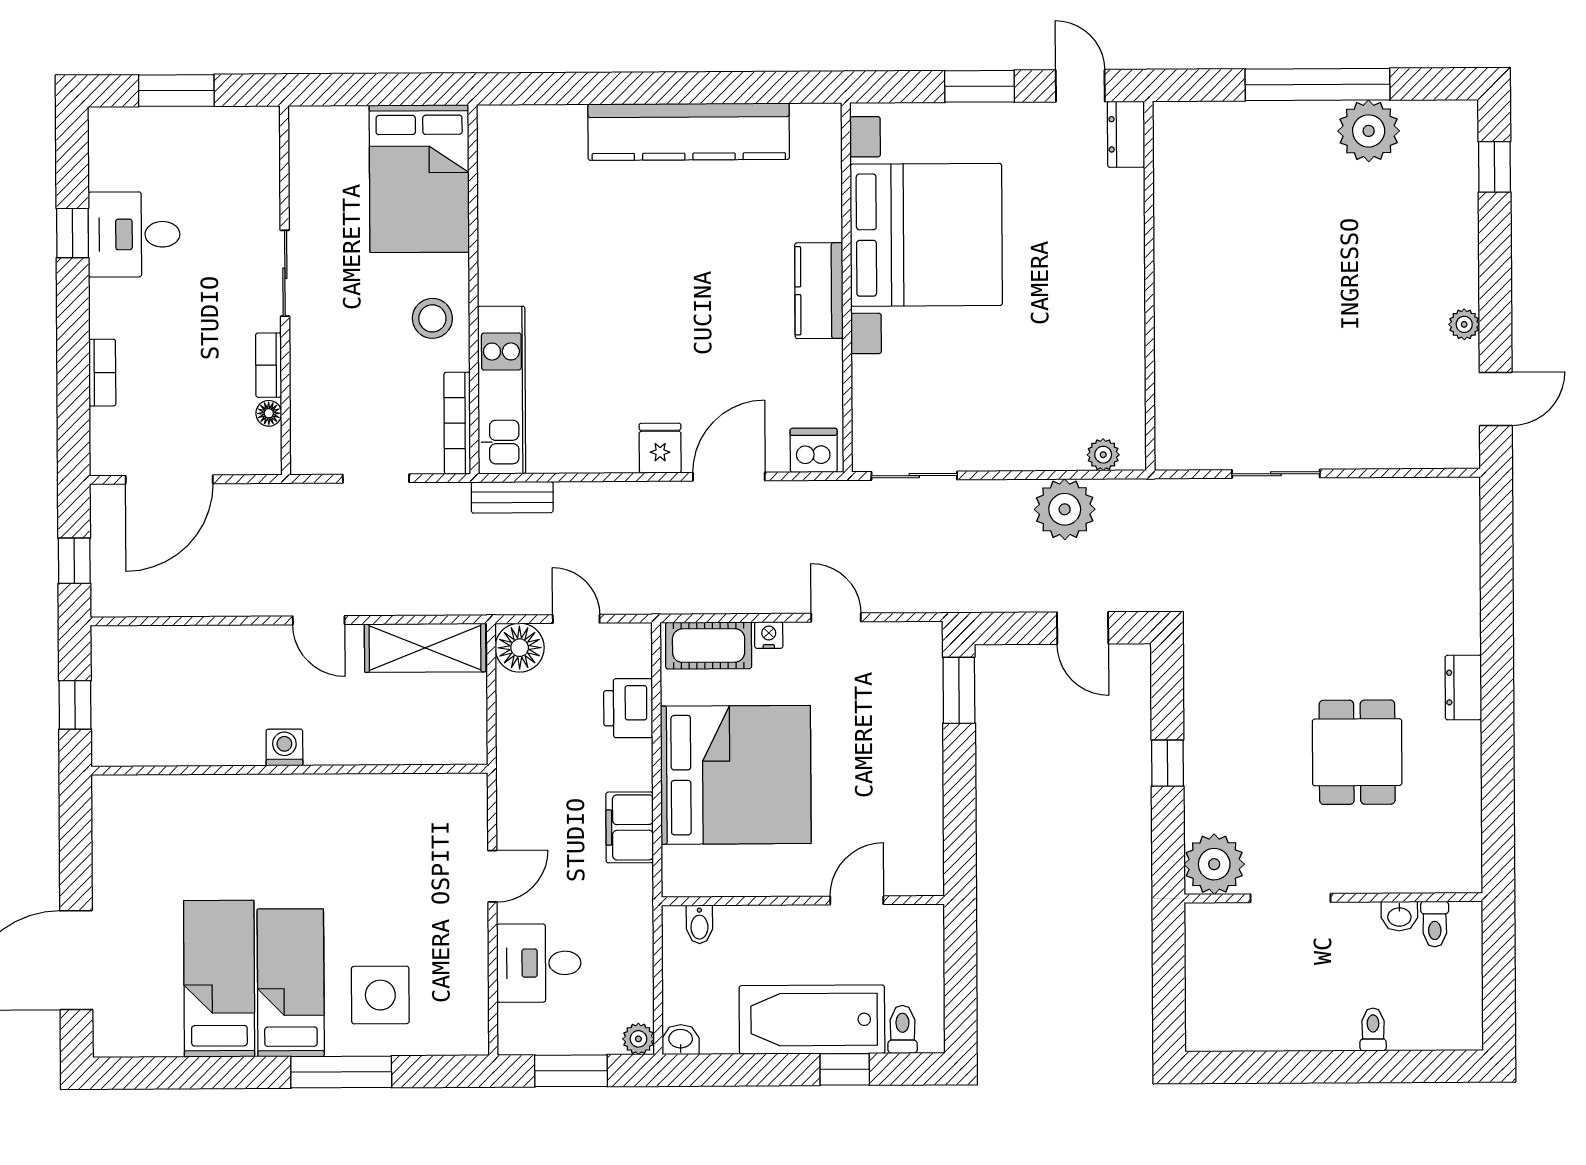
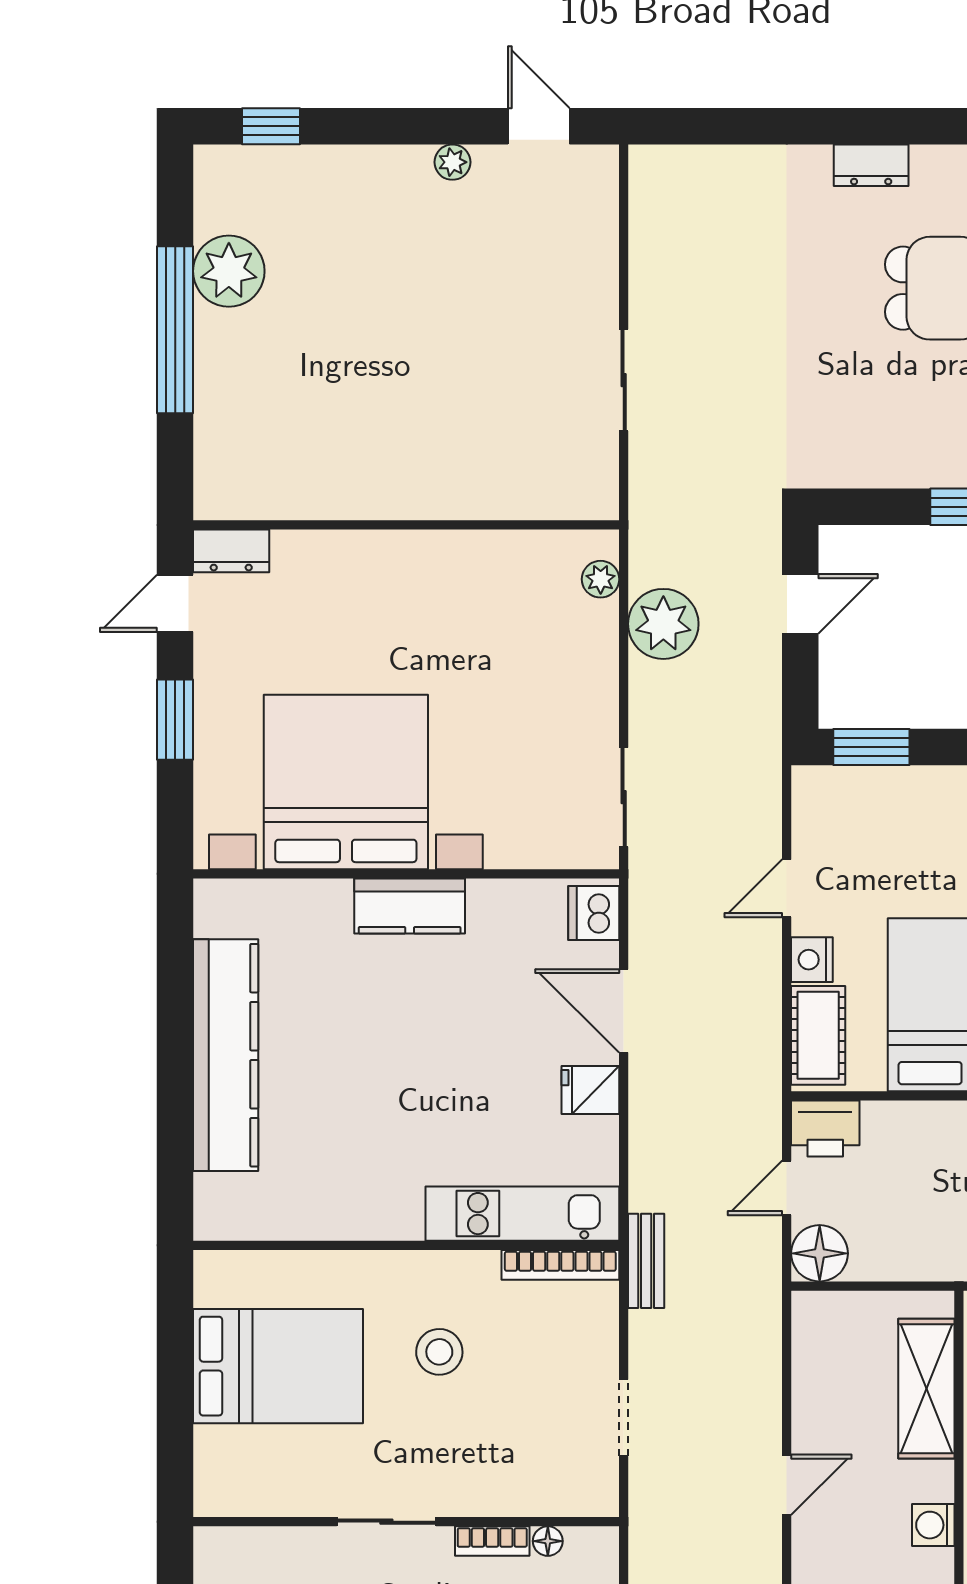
wall: (474, 289) -> (406, 1245), moved
kitchen unit: (502, 390) -> (522, 1214), moved
bookcase: (457, 423) -> (560, 1265), moved
nightstand: (769, 635) -> (812, 960), width x1.39, depth x1.35
shelving: (425, 648) -> (926, 1389), moved
printer: (628, 708) -> (825, 1128), moved

